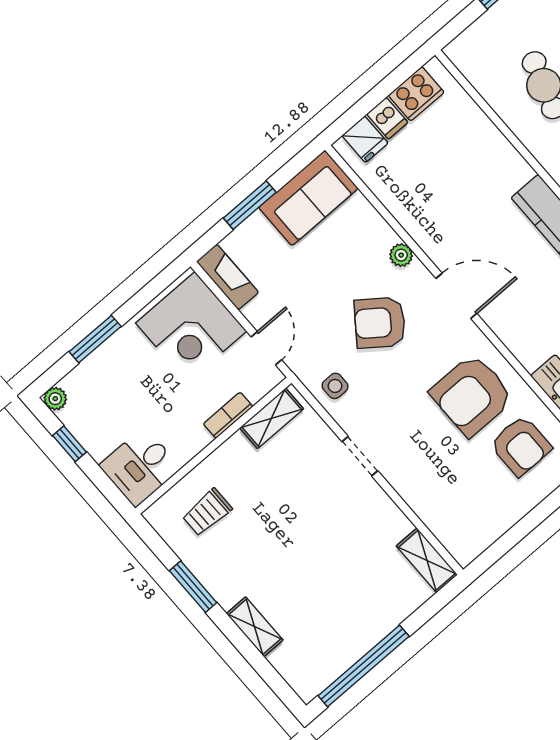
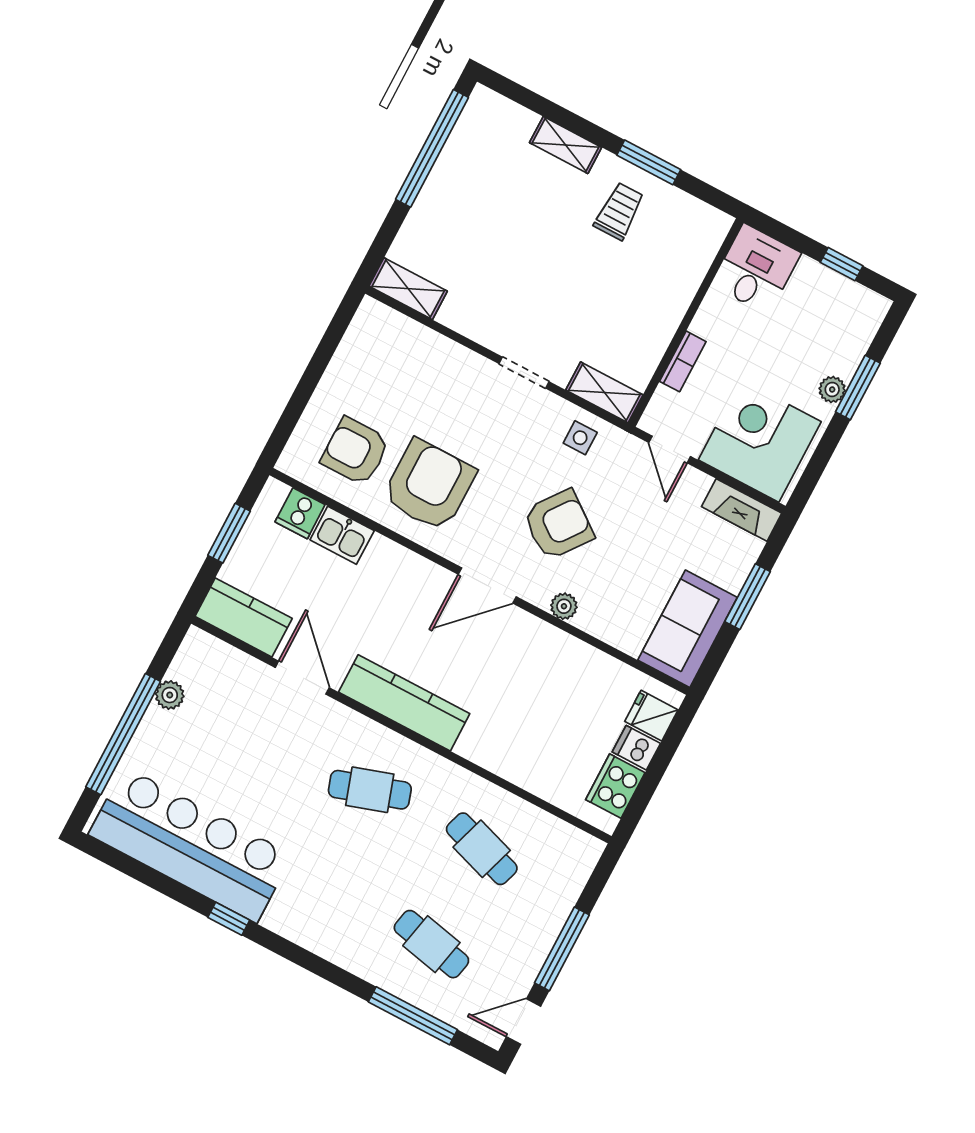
plant: (55, 399) -> (832, 389), moved
shelving: (272, 418) -> (604, 392), moved, turned 90
trolley: (207, 512) -> (619, 211), moved

